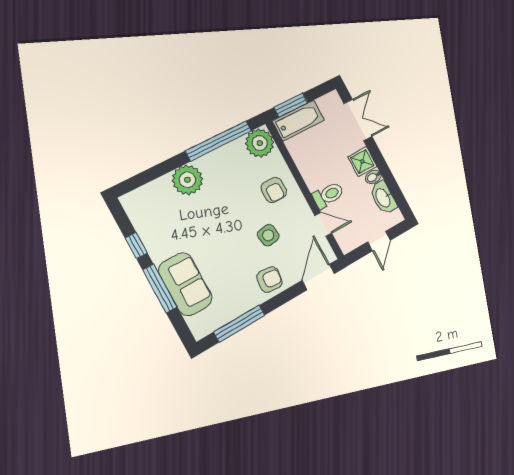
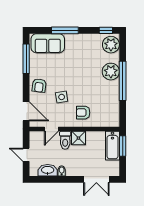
window: (219, 141) -> (123, 81), moved
plant: (260, 143) -> (111, 45), moved
shower: (362, 162) -> (78, 138), moved
window: (136, 245) -> (106, 30), moved
sofa: (185, 284) -> (48, 43), moved

